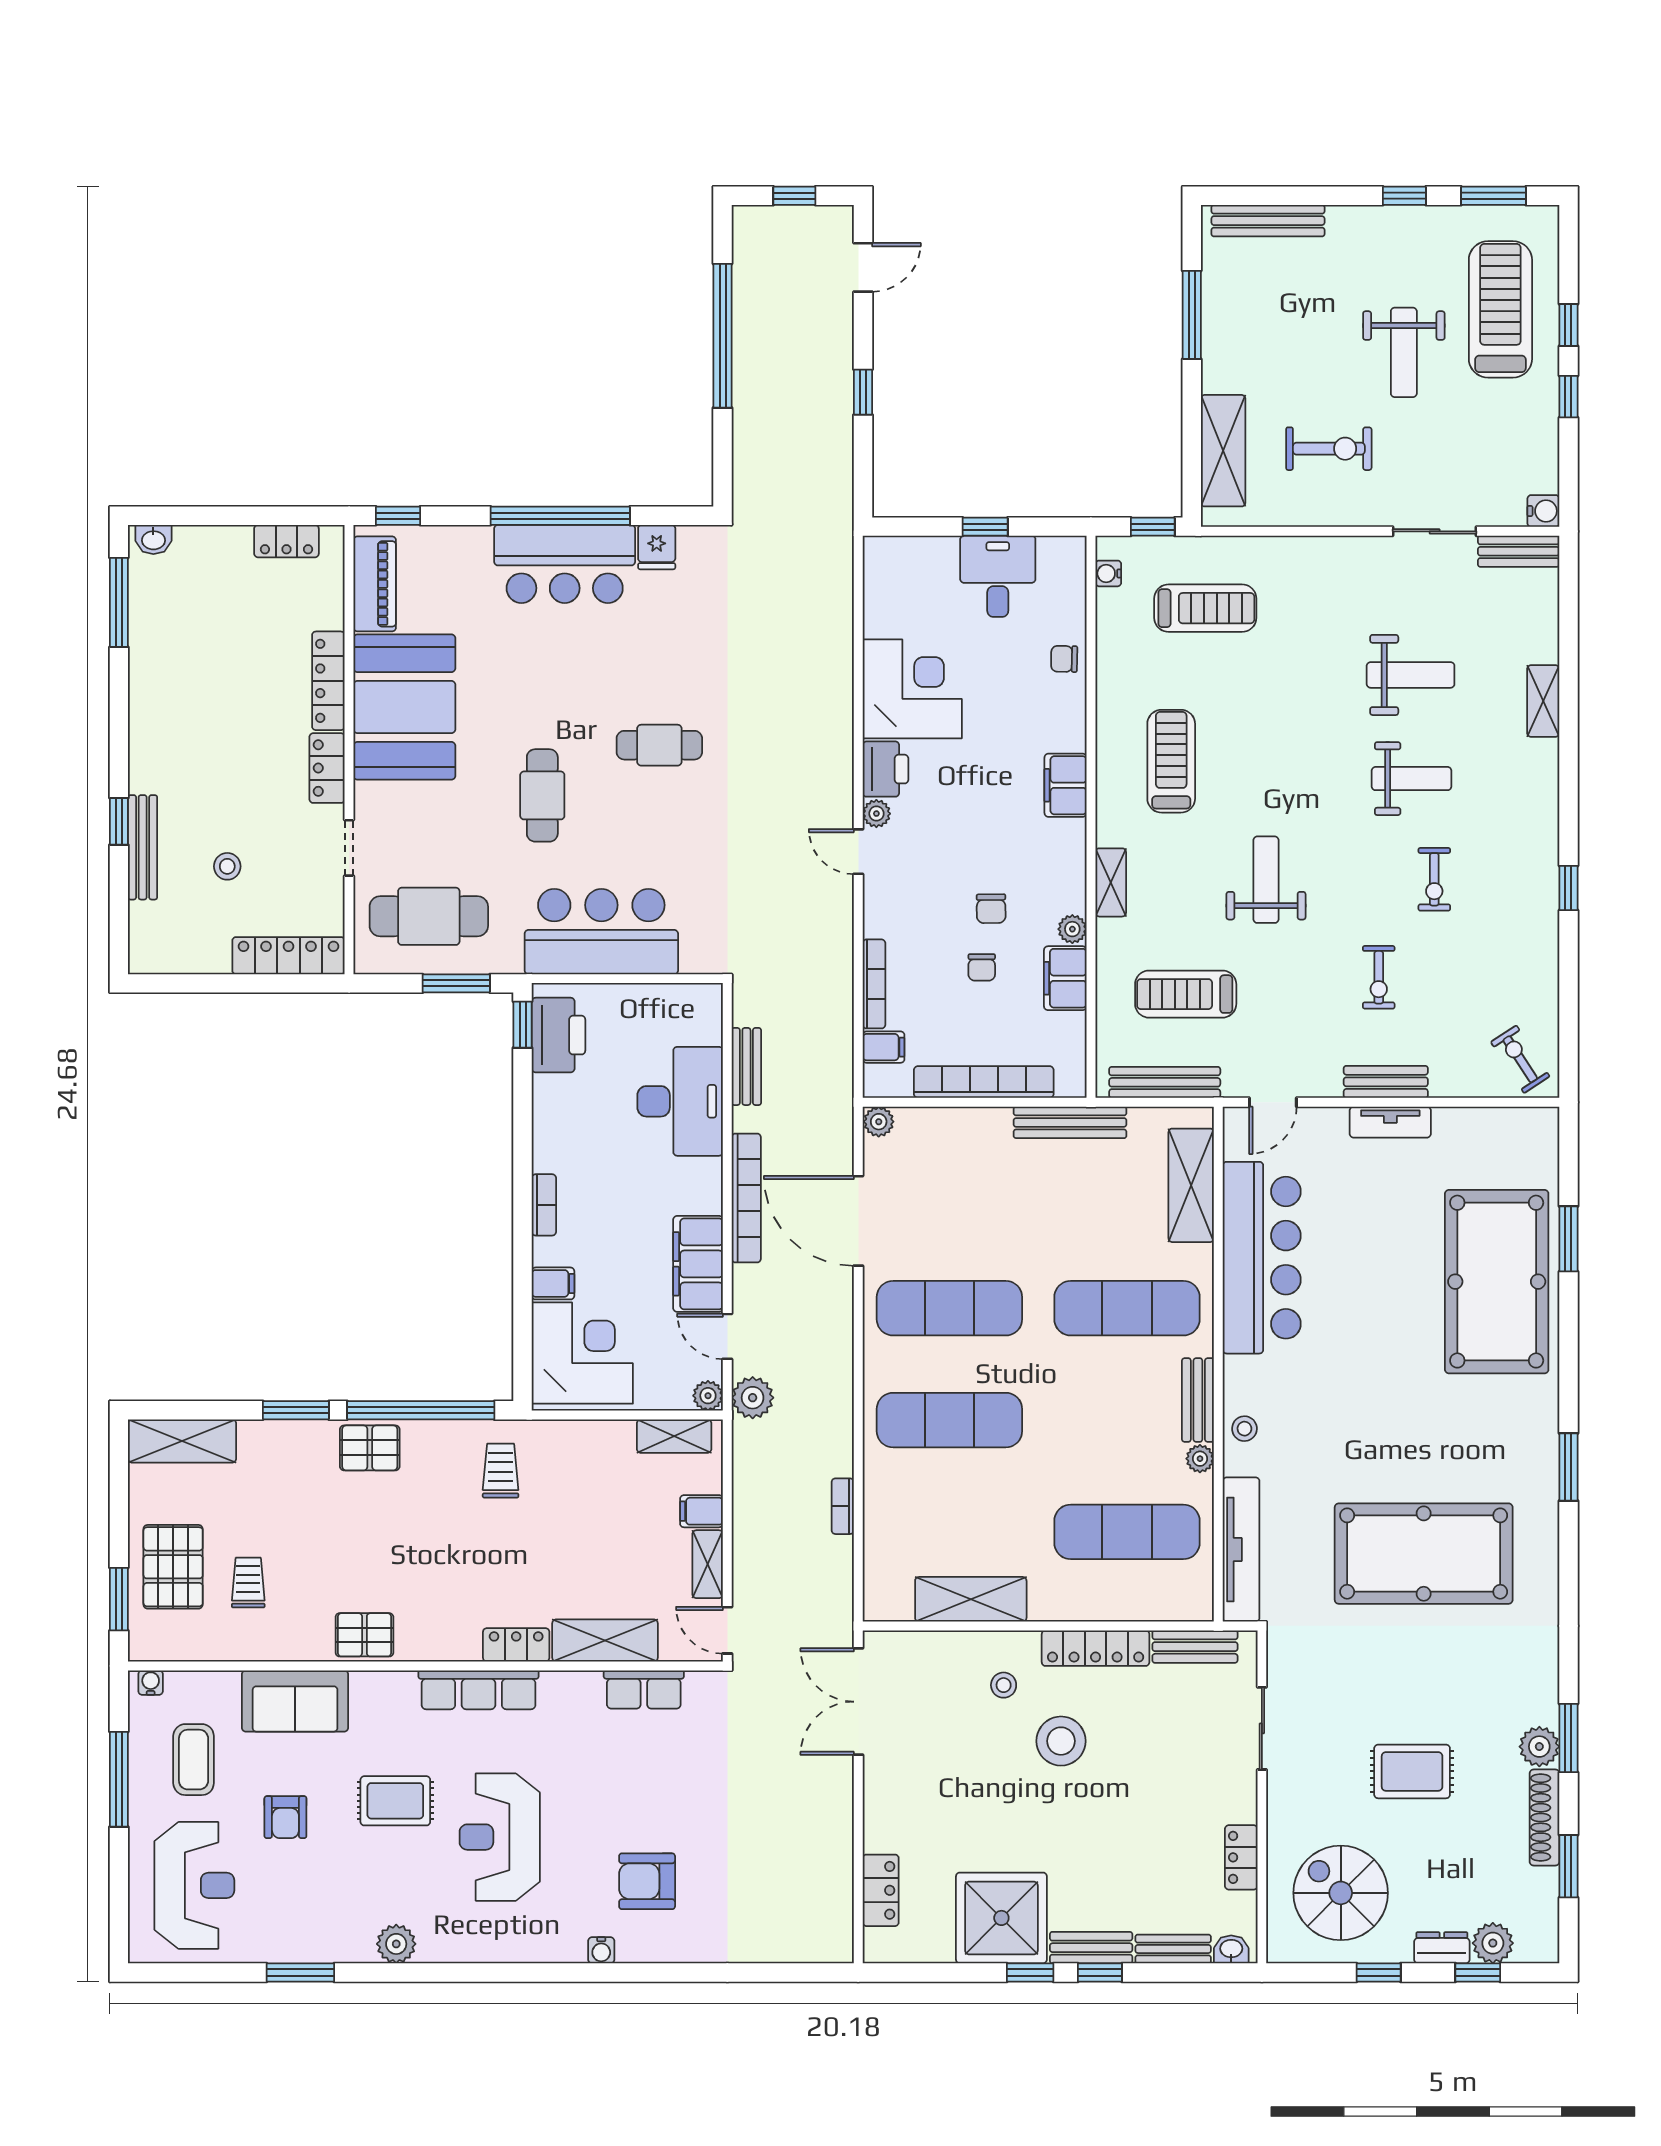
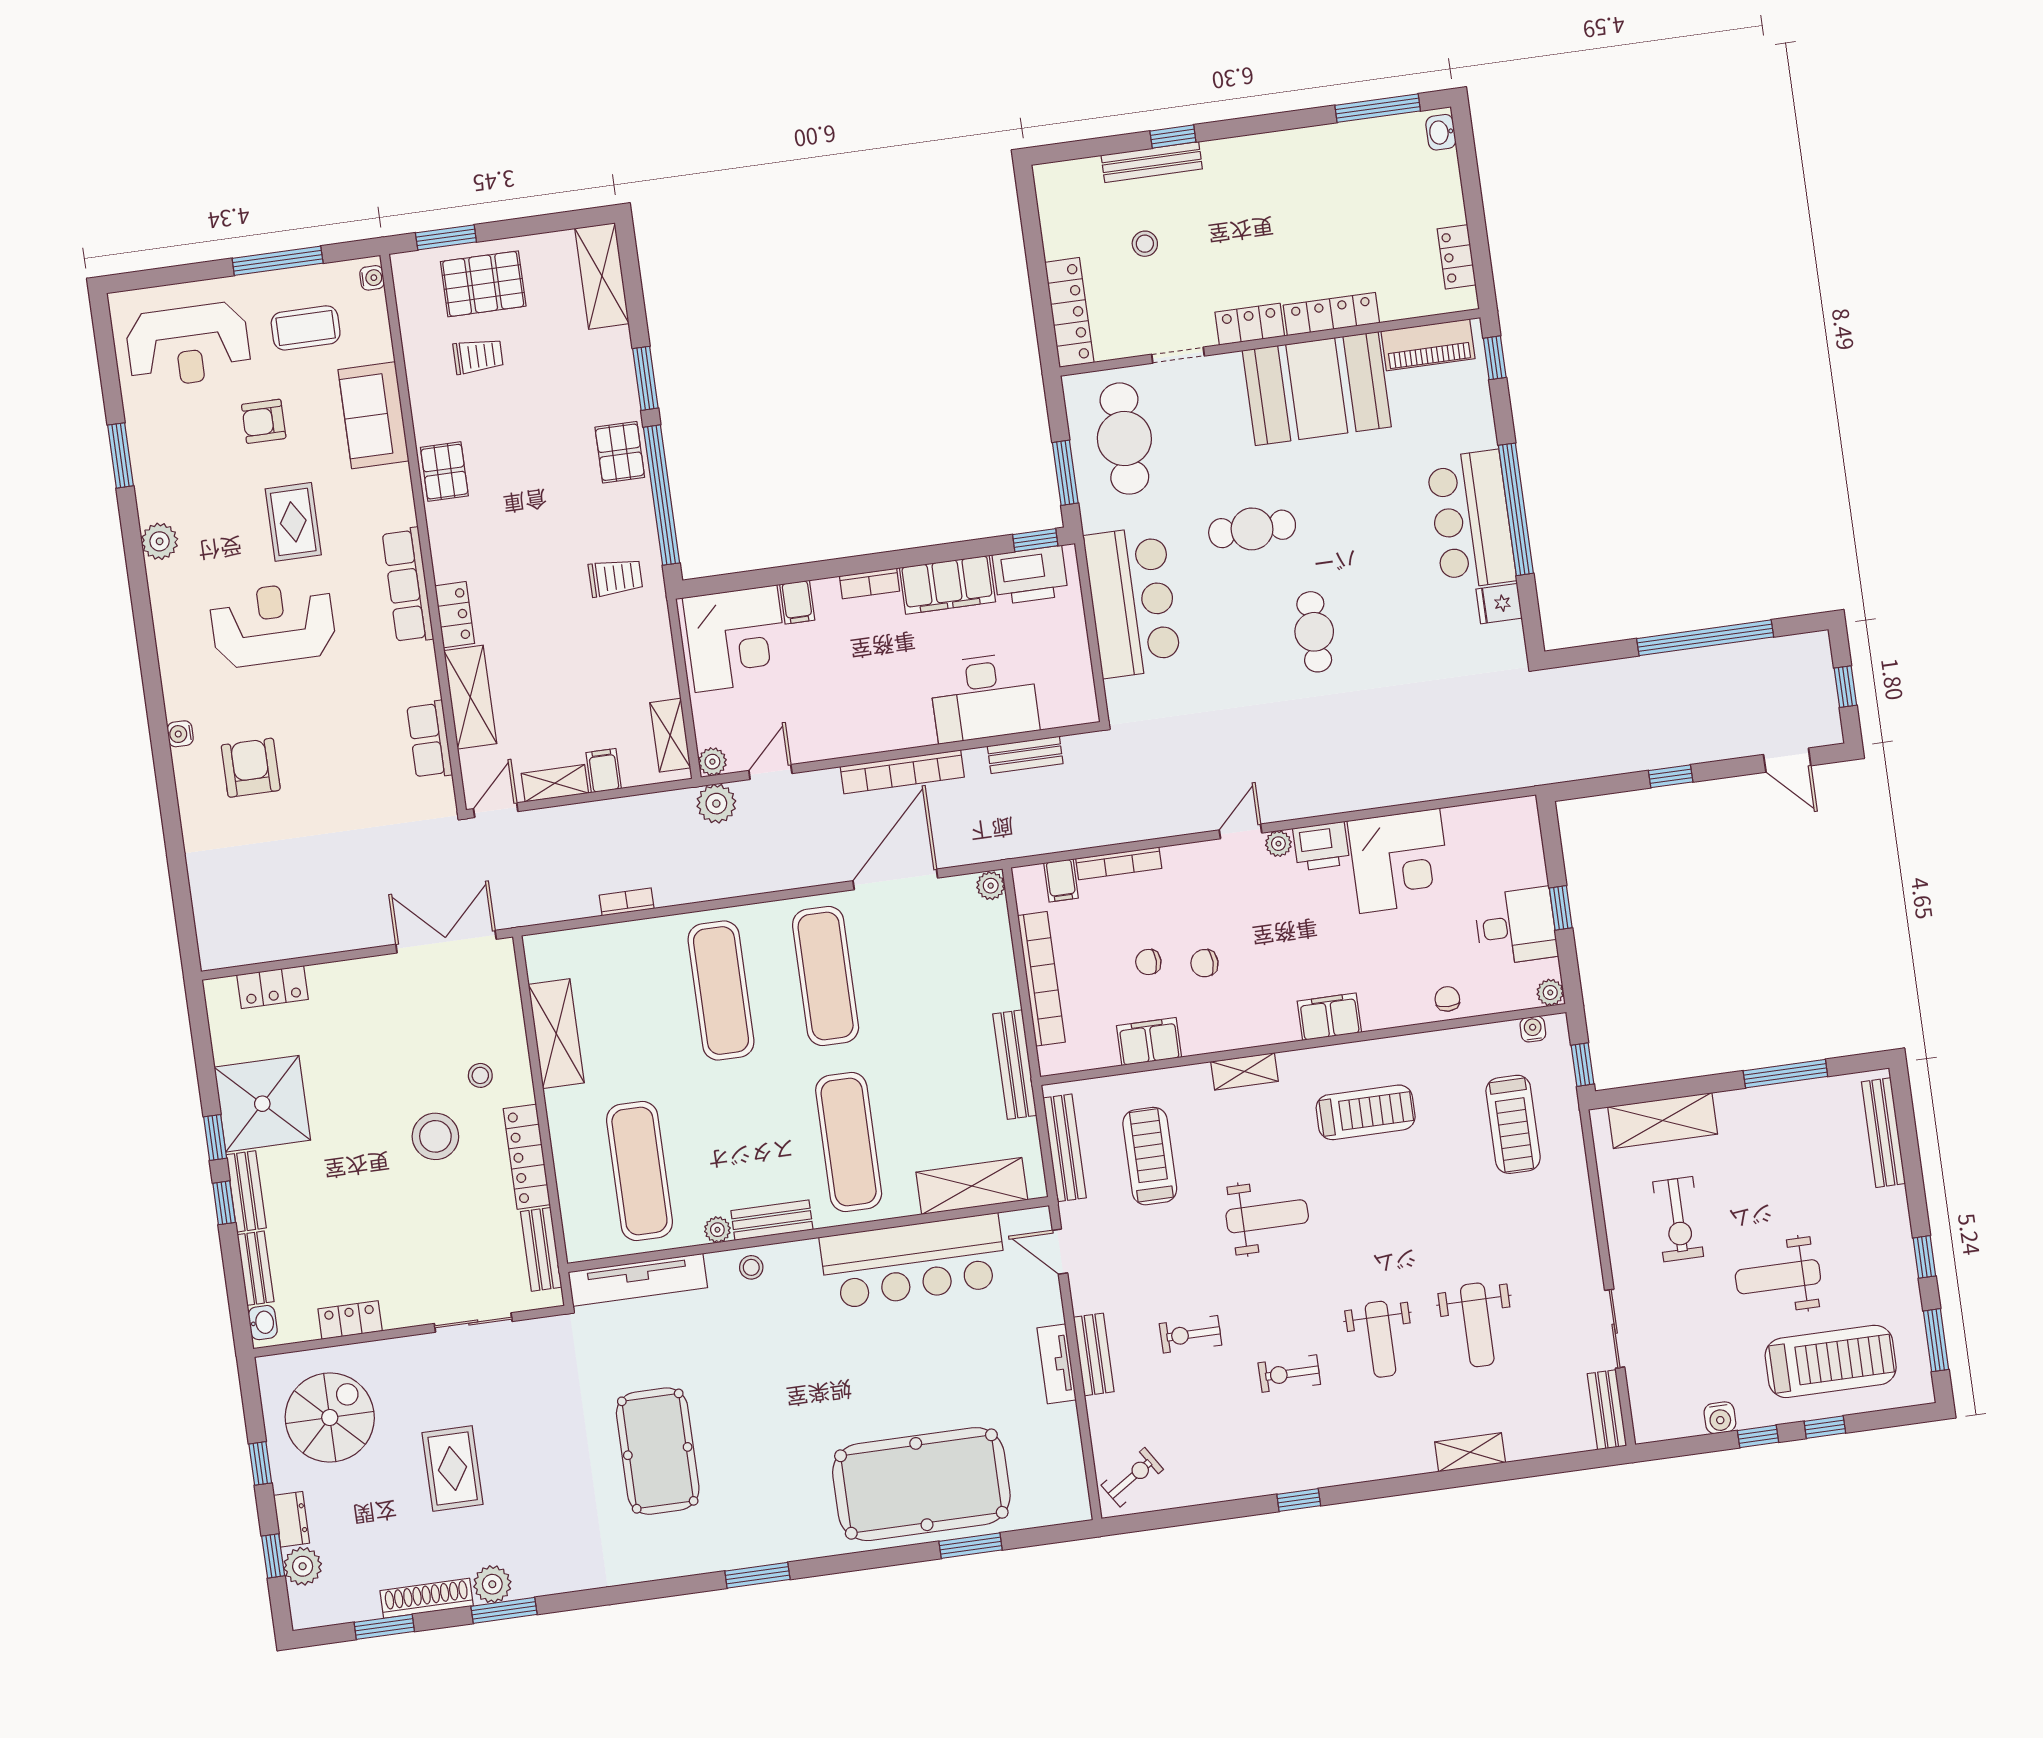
water cooler: (1543, 511) -> (1720, 1418), moved
plant: (1072, 929) -> (1550, 993), moved
filing cabinet: (698, 1264) -> (947, 585), moved, turned 180
pool table: (1424, 1554) -> (658, 1451), width x0.73, depth x0.76

